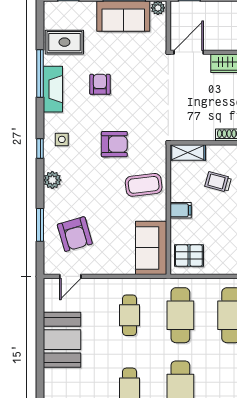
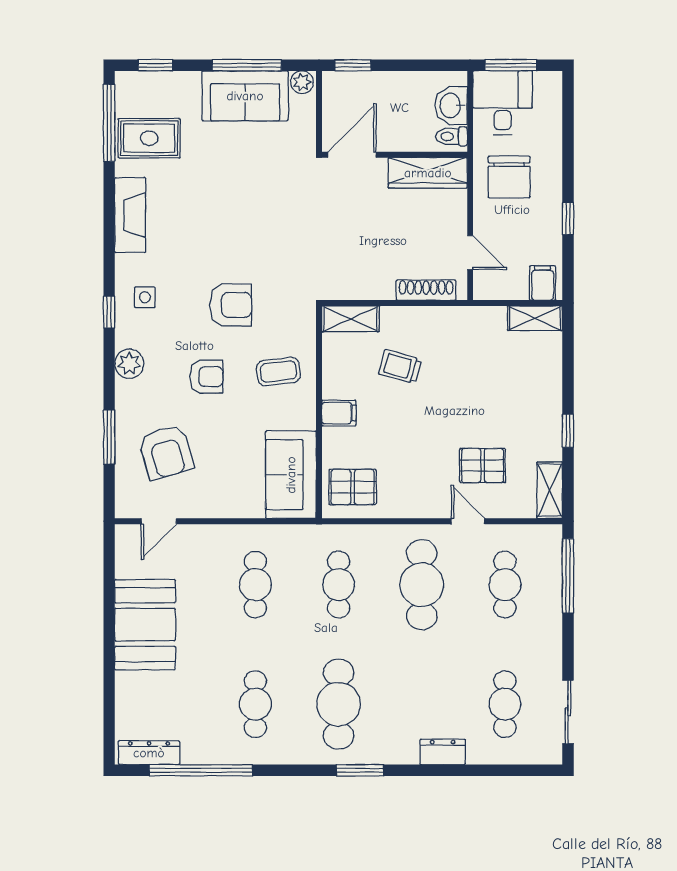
window: (40, 73) -> (109, 123), moved
armchair: (100, 84) -> (206, 377), moved, turned 90
coffee table: (144, 185) -> (278, 372), width x0.73, depth x0.77
cafe table: (180, 315) -> (339, 585), width x0.73, depth x0.74

